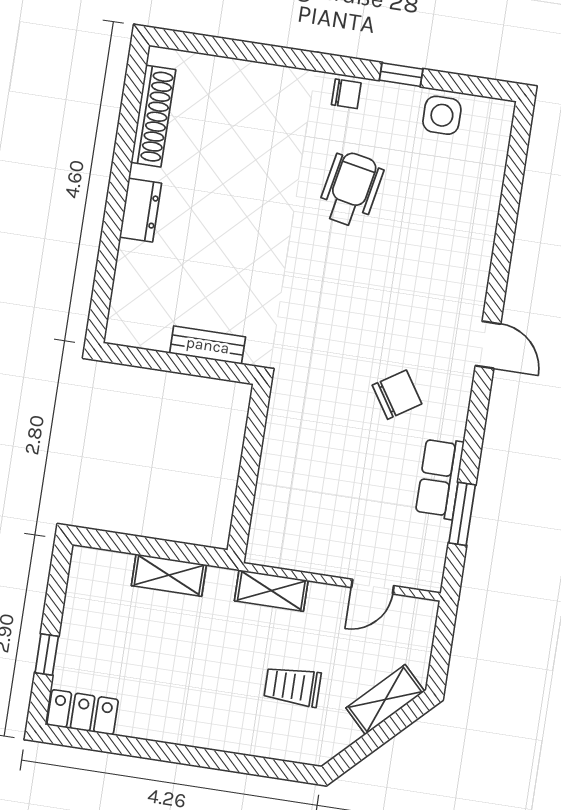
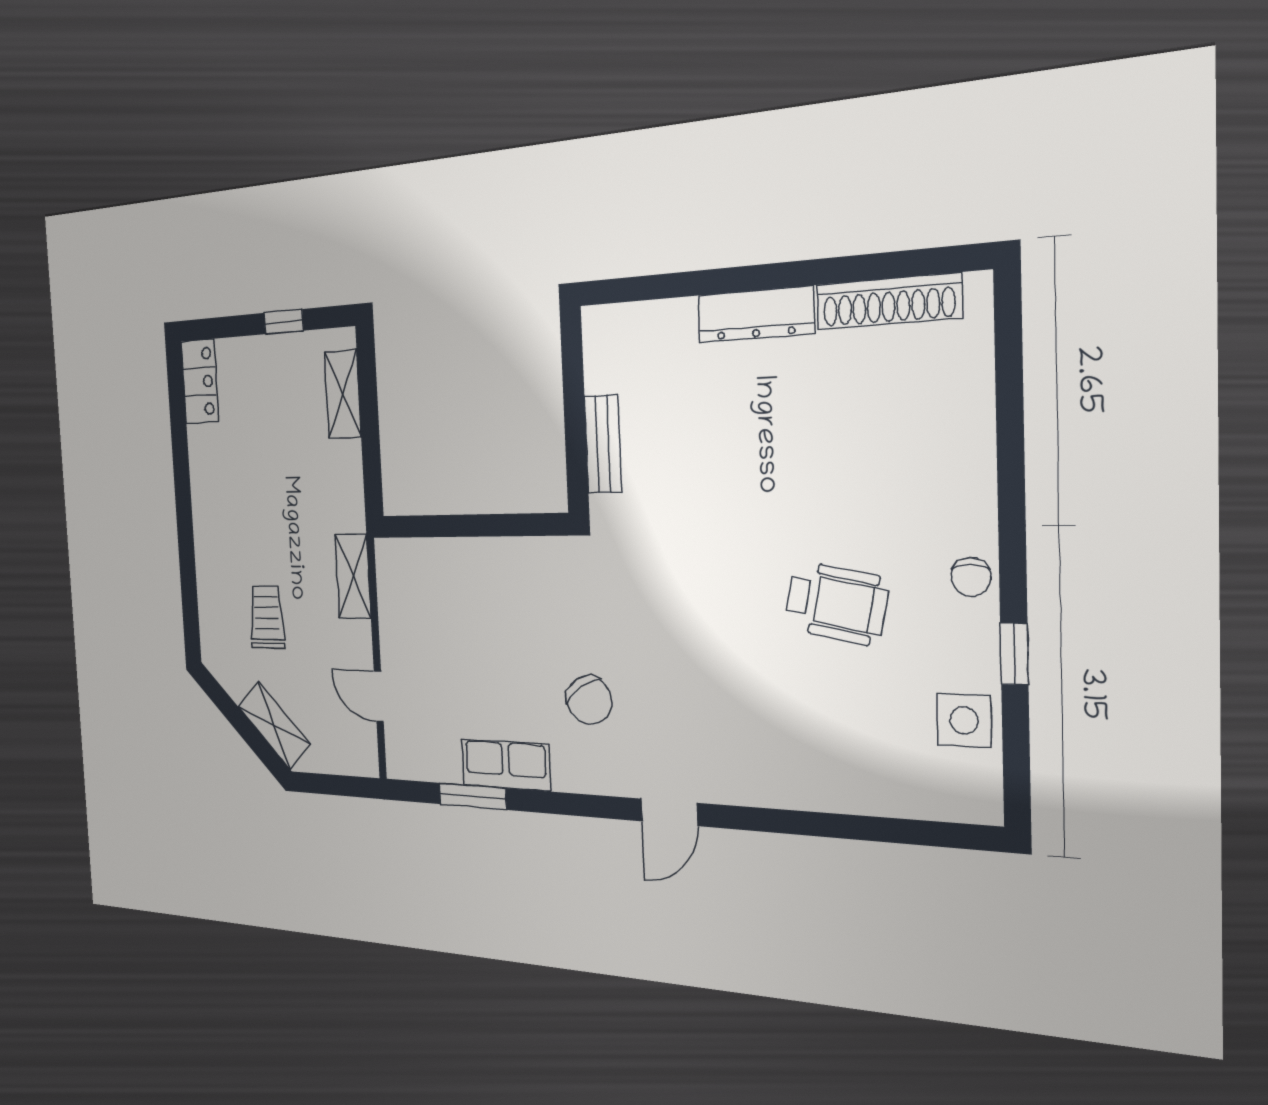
dresser: (140, 210) -> (755, 314), width x1.44
shelving: (169, 575) -> (343, 394), moved
window: (47, 654) -> (284, 322), moved

